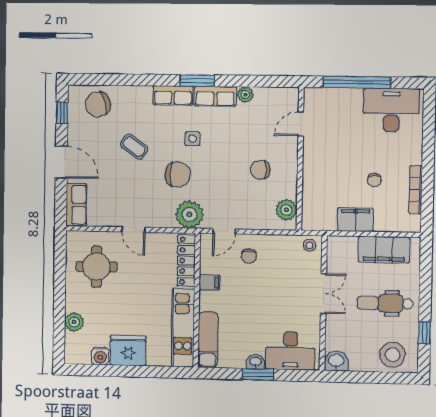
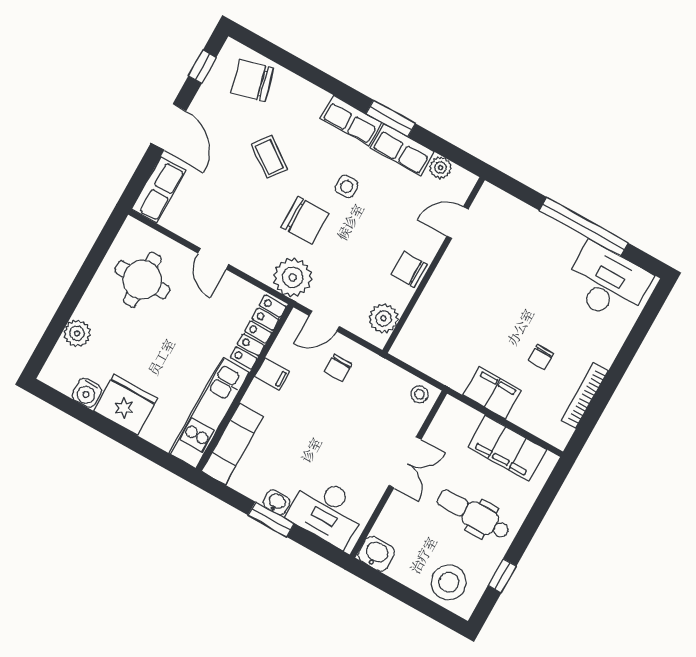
door: (301, 124) -> (457, 223), moved
wall: (300, 159) -> (434, 265), moved
plant: (286, 210) -> (383, 318), moved

